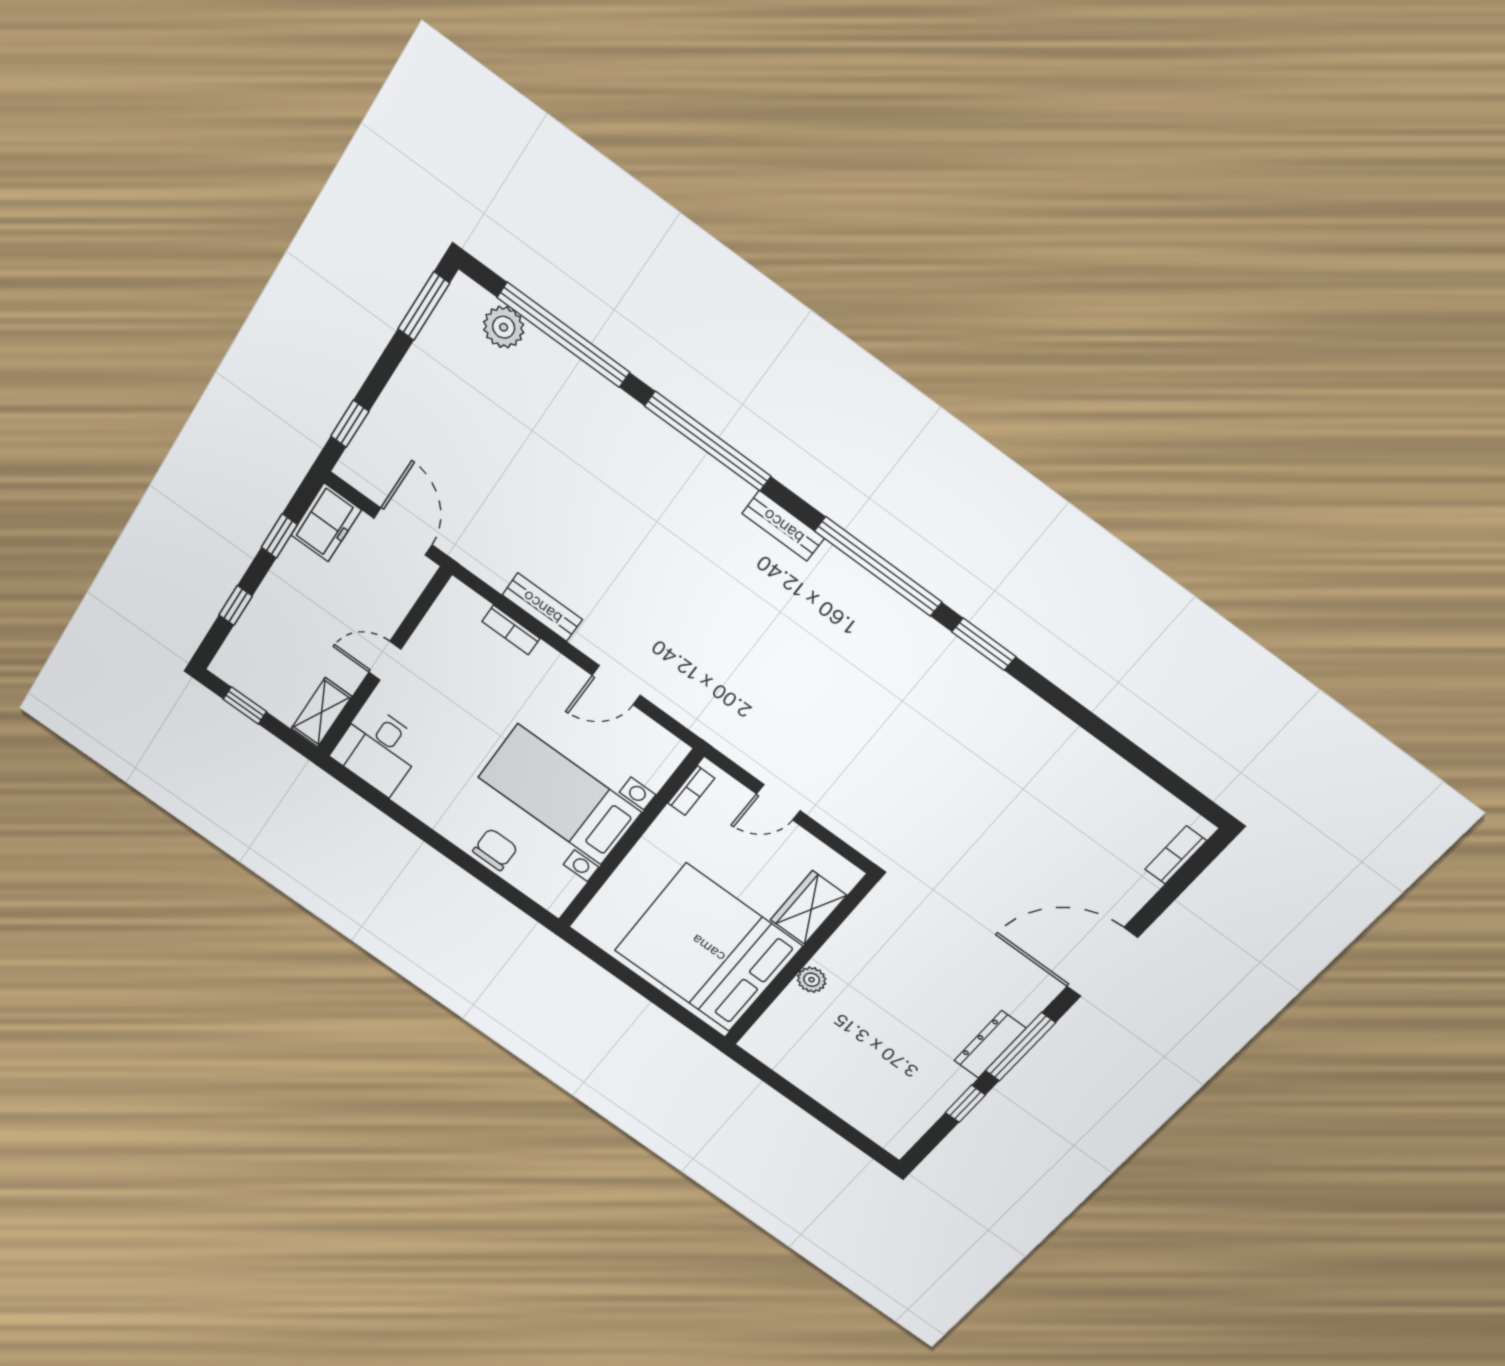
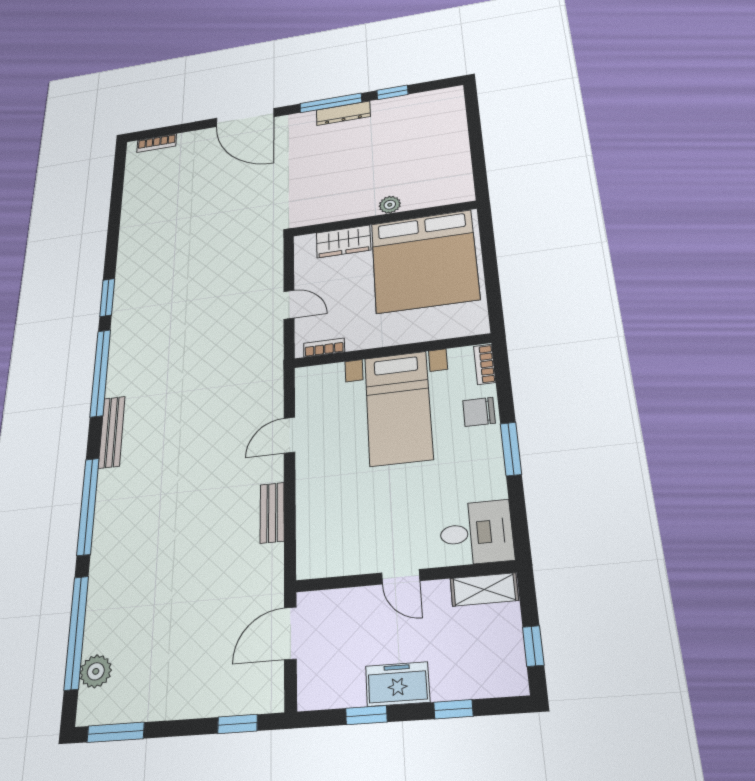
freezer: (326, 522) -> (397, 684), moved
bench: (783, 526) -> (112, 432), width x1.36
bookcase: (511, 630) -> (485, 364), moved, turned 180
door: (616, 685) -> (289, 435), swing flipped
window: (436, 841) -> (511, 449), added

